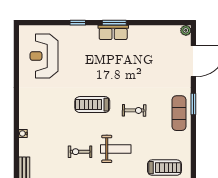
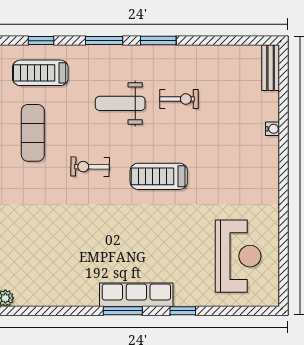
row of seats: (113, 32) -> (136, 295), width x1.48
treadmill: (92, 105) -> (159, 176), turned 180
exercise mat: (179, 113) -> (33, 133), moved

